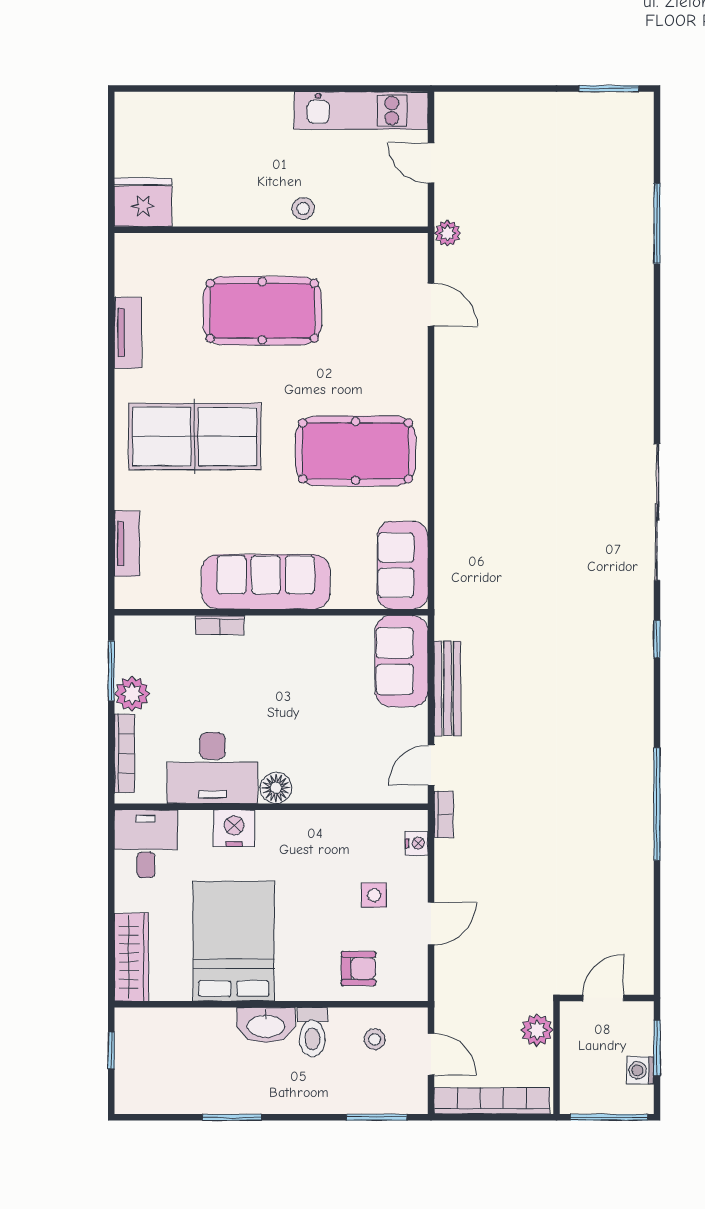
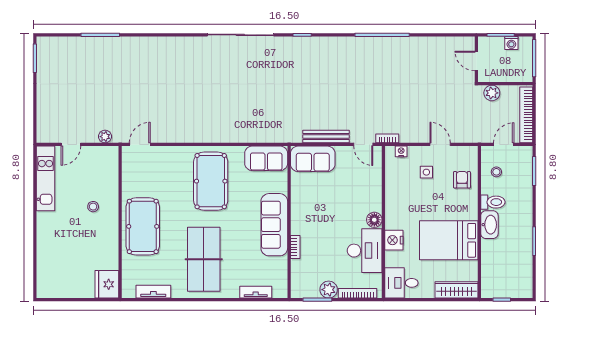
fridge: (143, 202) -> (107, 284), moved
wall: (271, 230) -> (120, 222), moved

